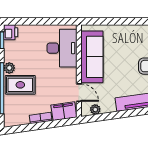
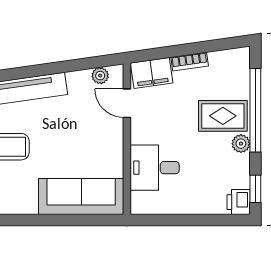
desk: (62, 48) -> (155, 168), width x0.73
sofa: (92, 57) -> (81, 197), moved, turned 90

